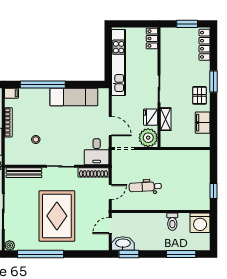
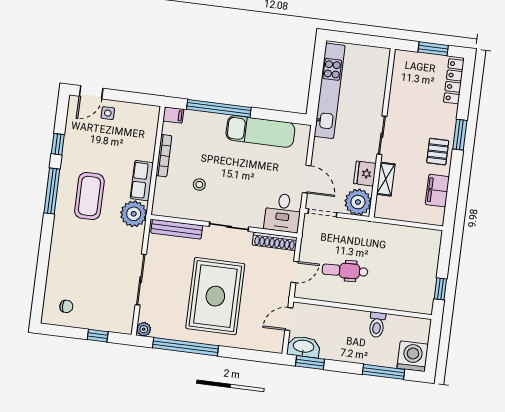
locker: (152, 38) -> (381, 63), removed
washing machine: (200, 223) -> (413, 356), moved, turned 180

